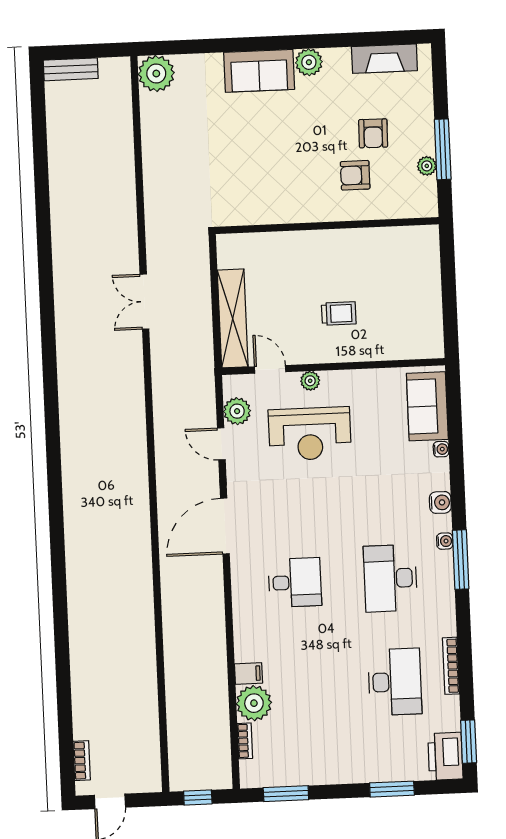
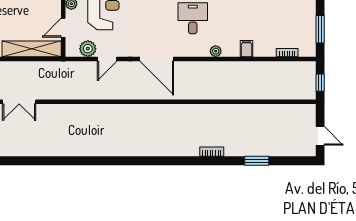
window: (64, 699) -> (257, 161), added
plant: (254, 703) -> (216, 51), moved, width x0.53, depth x0.53
bookcase: (82, 761) -> (212, 152), moved

